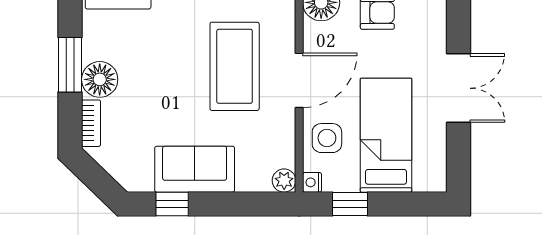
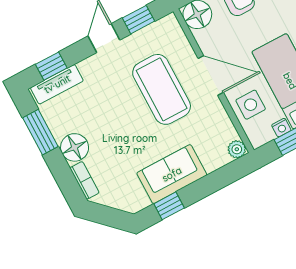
window: (70, 65) -> (40, 132), moved
door: (299, 80) -> (211, 75), hinge flipped
nightstand: (312, 182) -> (281, 128), moved, turned -90

